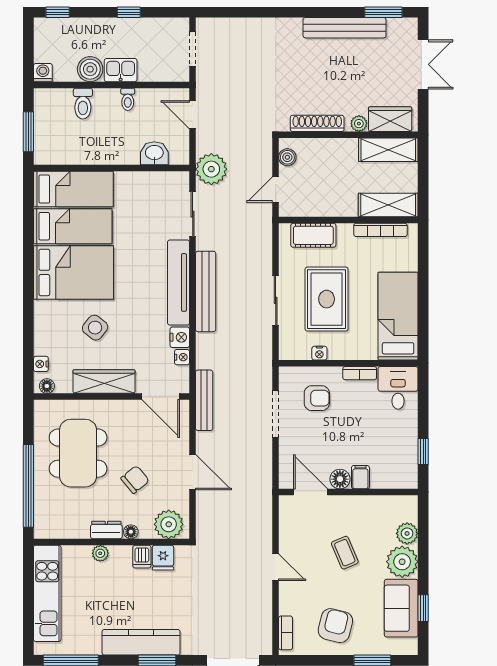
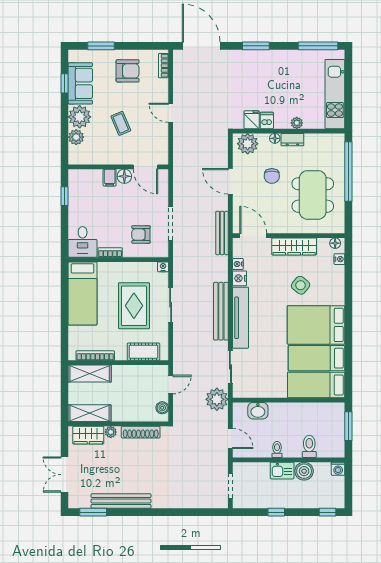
nightstand: (319, 353) -> (163, 267), moved
chair: (135, 480) -> (272, 176), turned -50
armchair: (335, 626) -> (128, 71), turned -104
kitchen counter: (141, 642) -> (267, 59), removed

